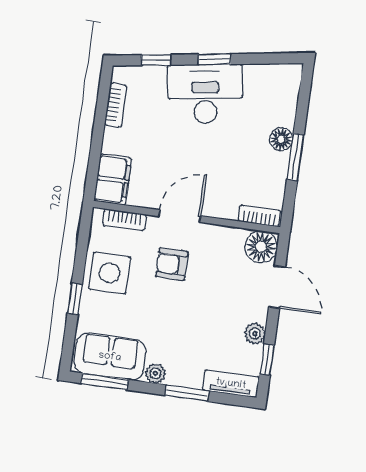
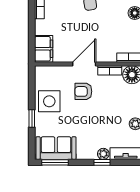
bookcase: (124, 220) -> (110, 70), moved
plant: (155, 373) -> (103, 154), moved
window: (187, 393) -> (102, 162), width x0.67

